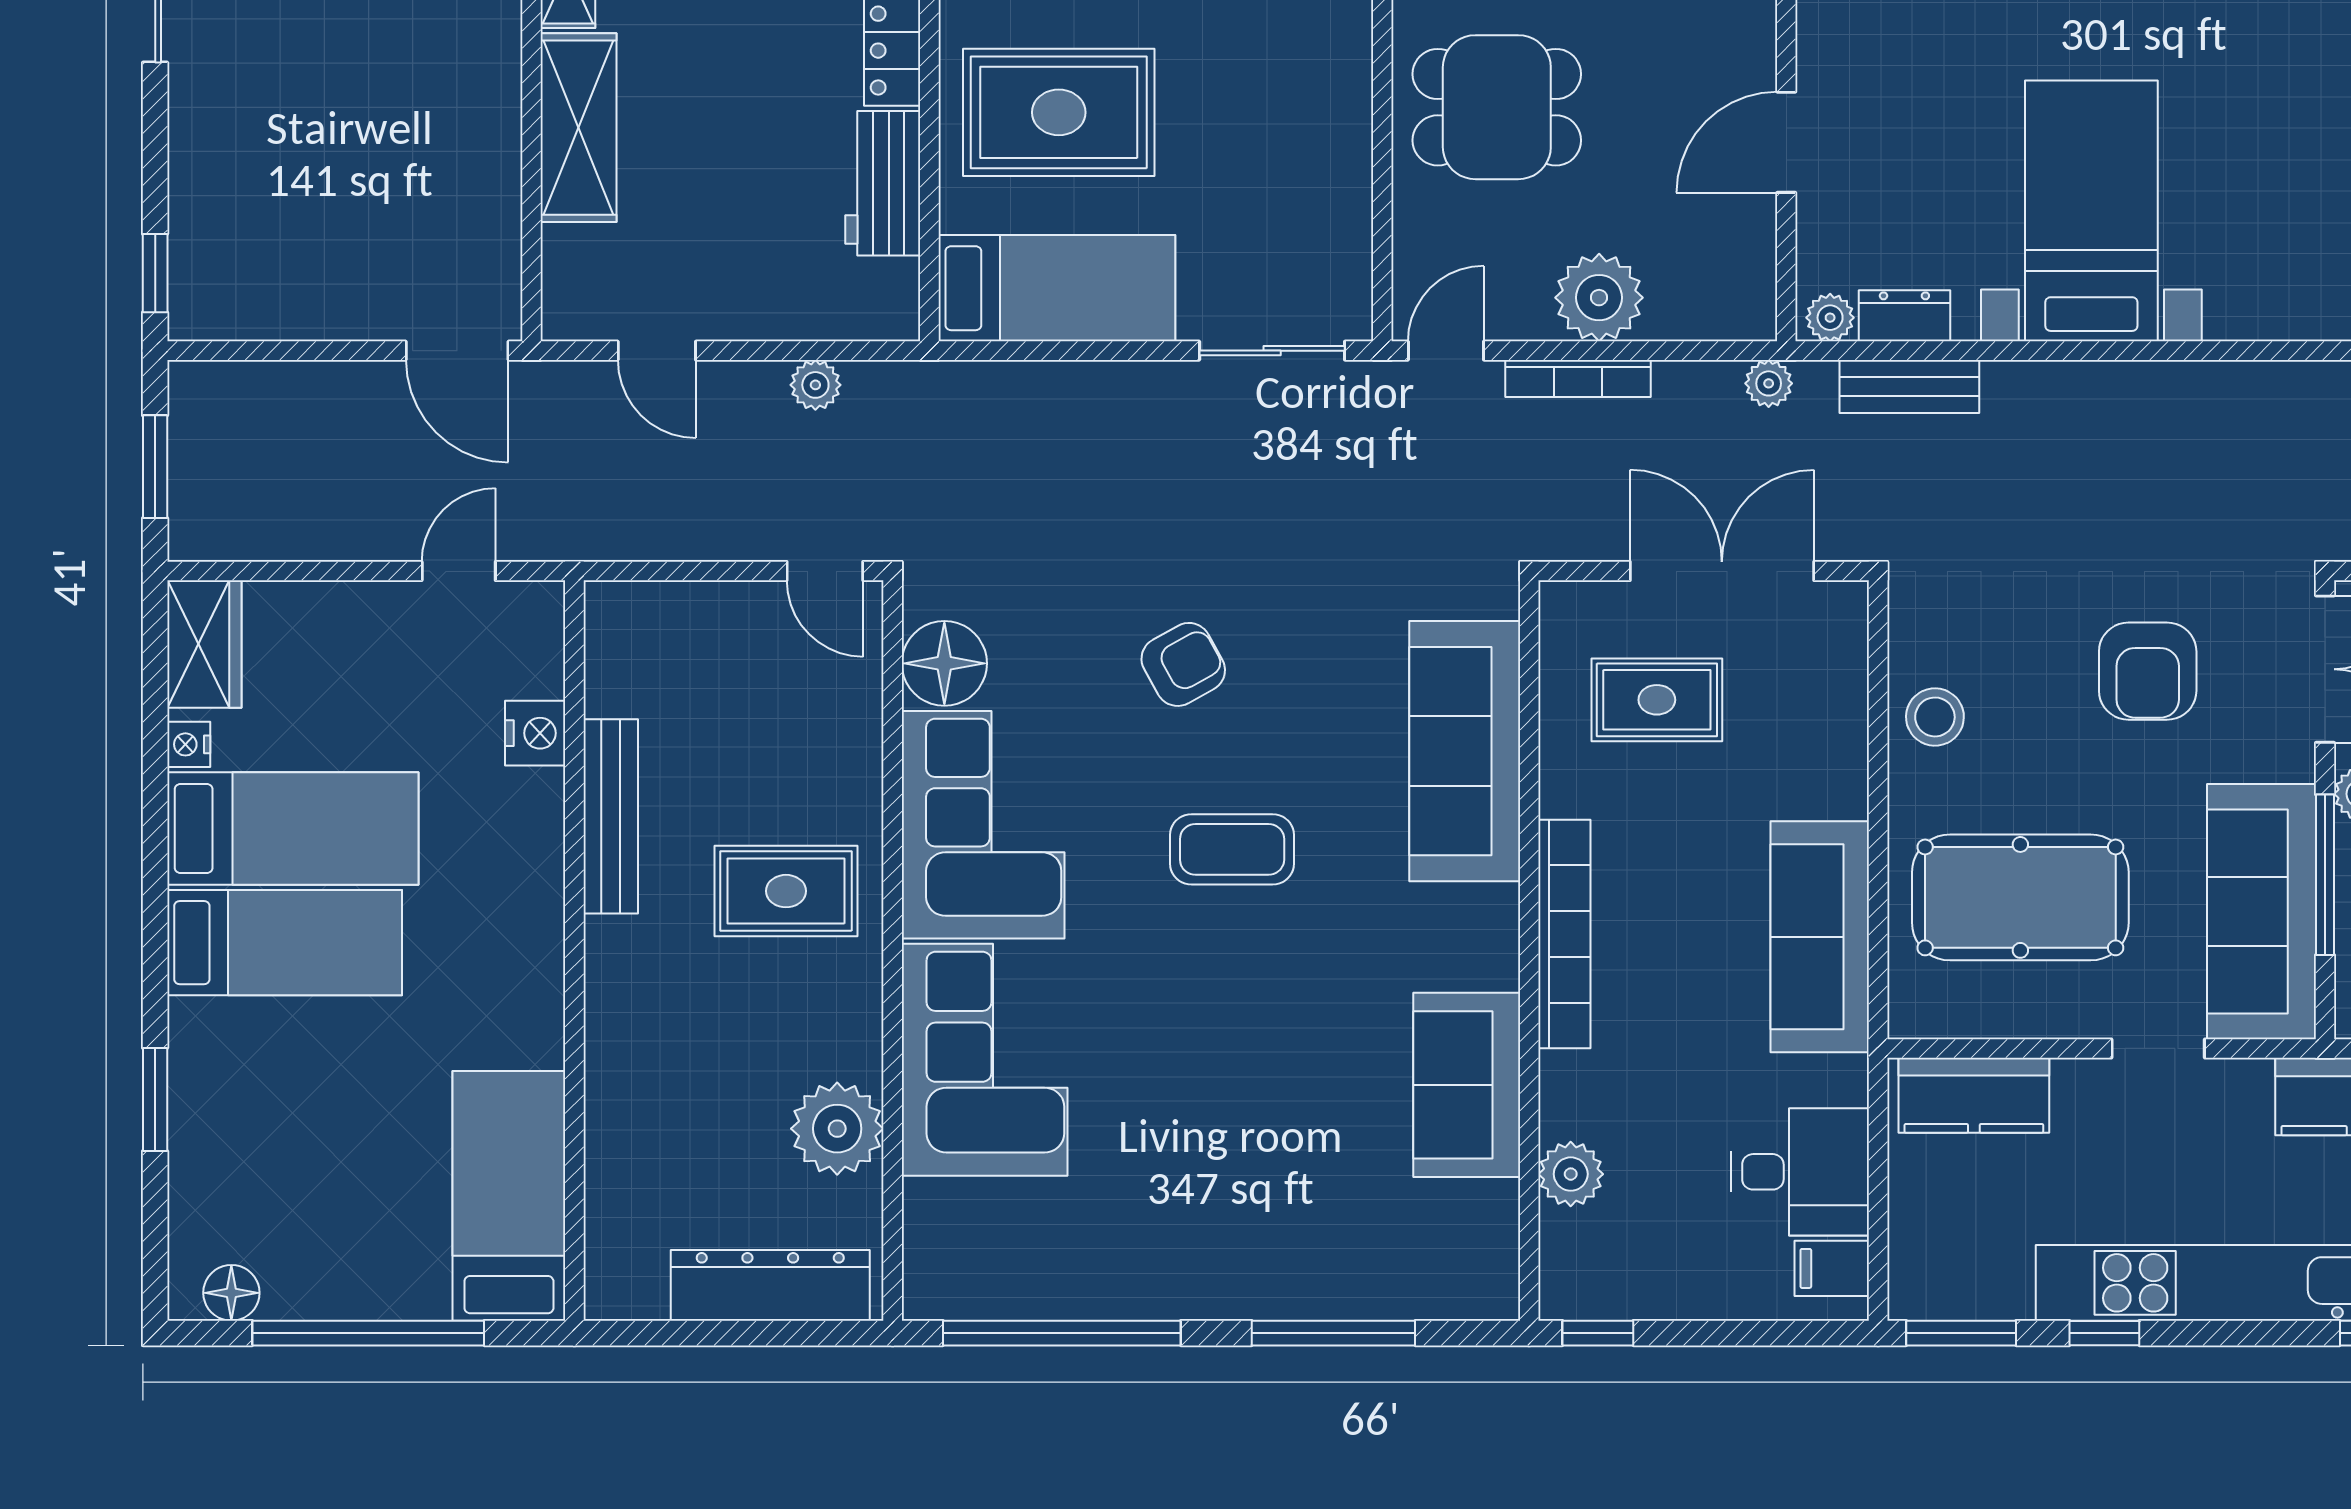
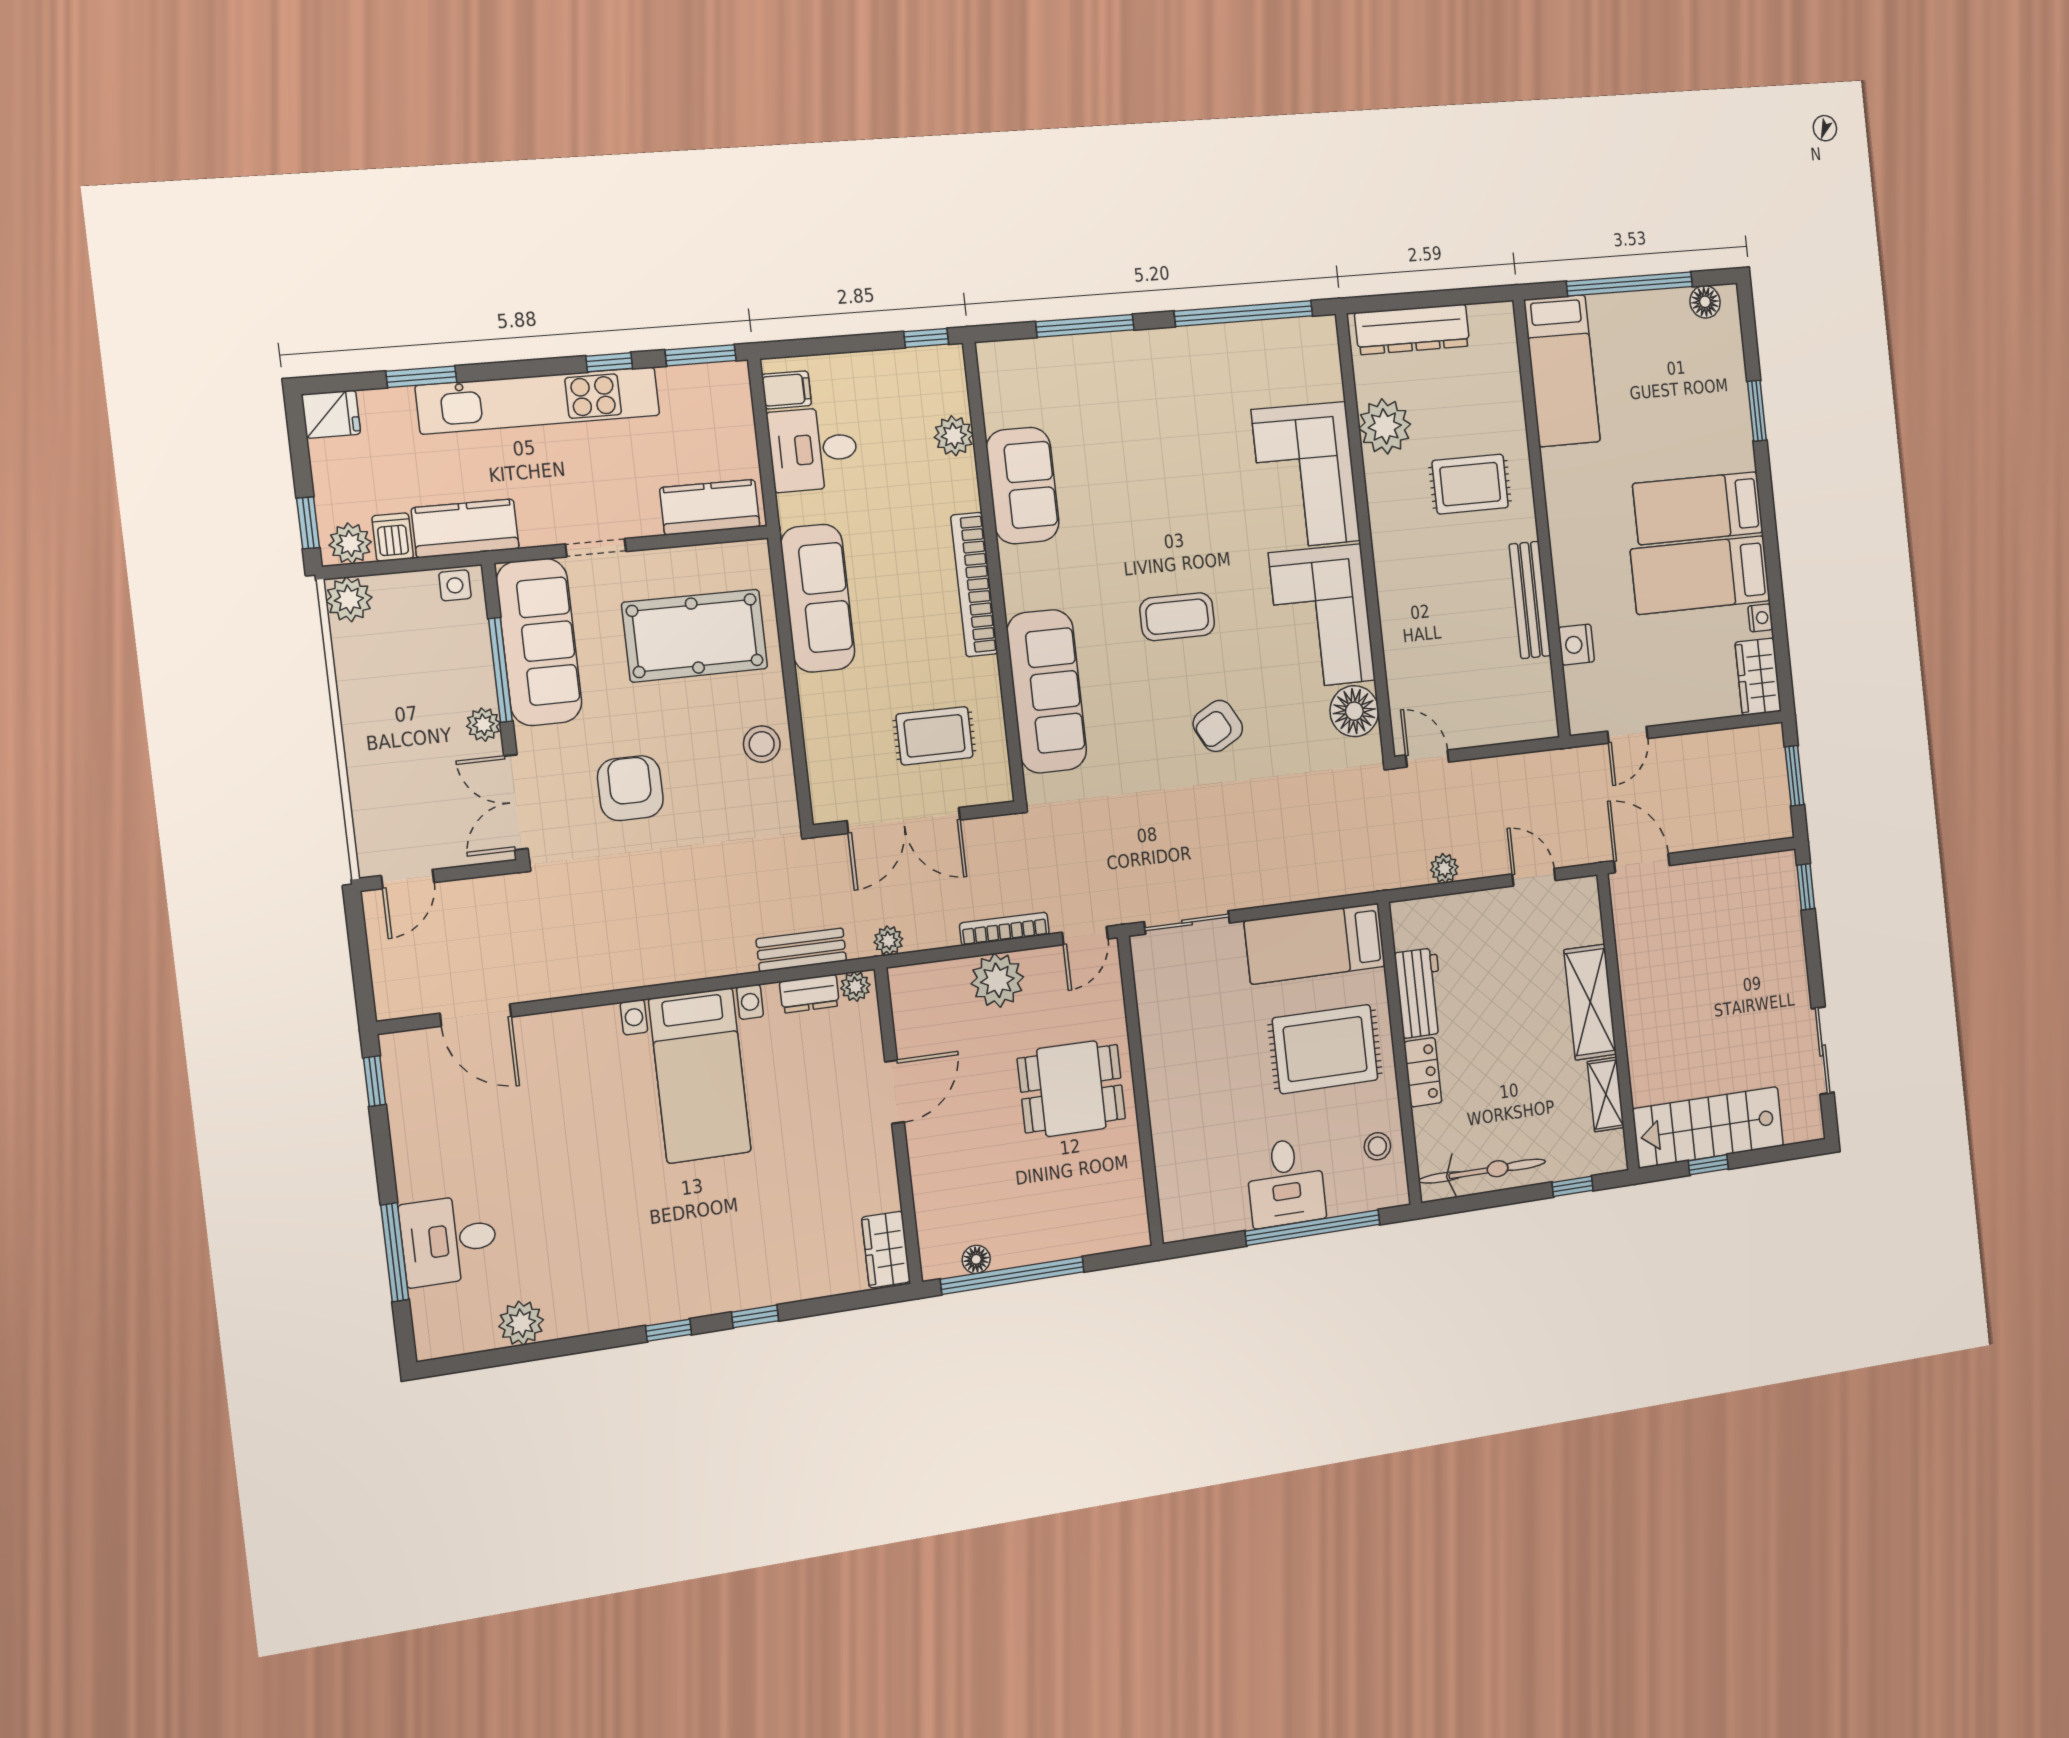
rug: (786, 891) -> (1470, 484), moved

